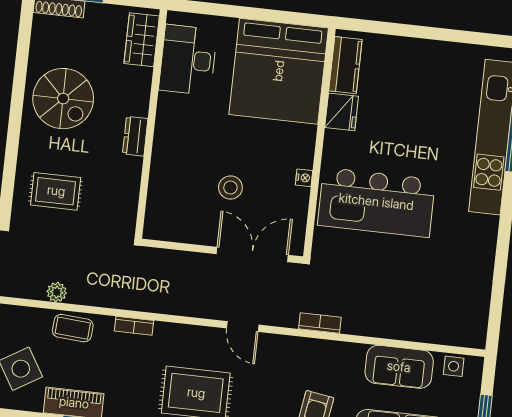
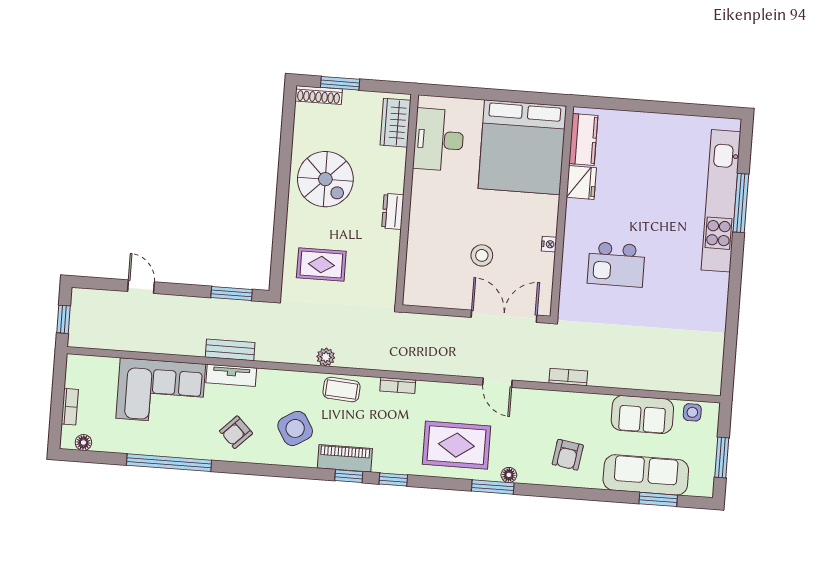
kitchen island: (376, 202) -> (616, 264), width x0.54, depth x0.78

